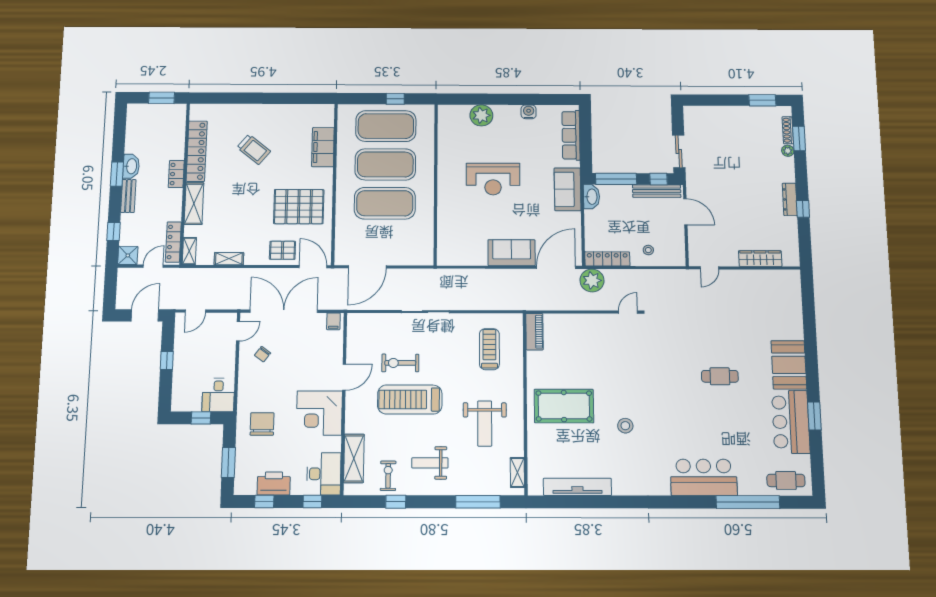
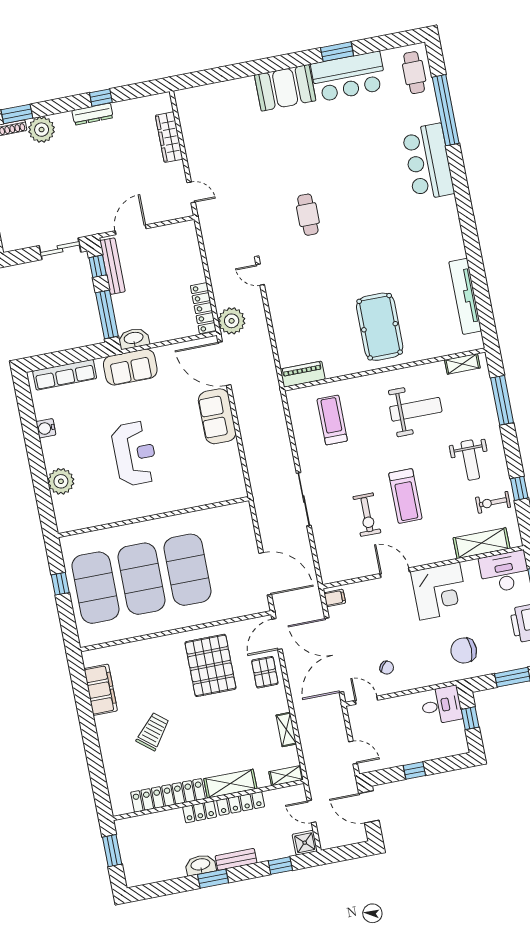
filing cabinet: (323, 147) -> (101, 690), moved, turned -90
plant: (788, 151) -> (42, 130), width x1.88, depth x1.88
locker: (173, 242) -> (241, 804), moved
stool: (648, 250) -> (184, 264), removed
treadmill: (489, 349) -> (332, 420), turned 90
cafe table: (720, 376) -> (308, 215), moved
treadmill: (410, 399) -> (405, 496), width x0.73, depth x0.73
stool: (625, 426) -> (388, 256), removed

